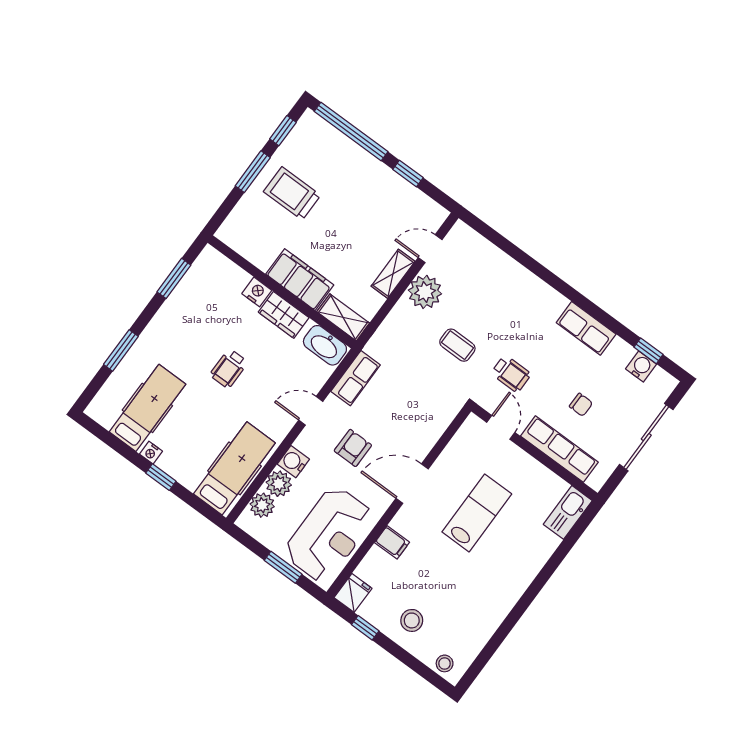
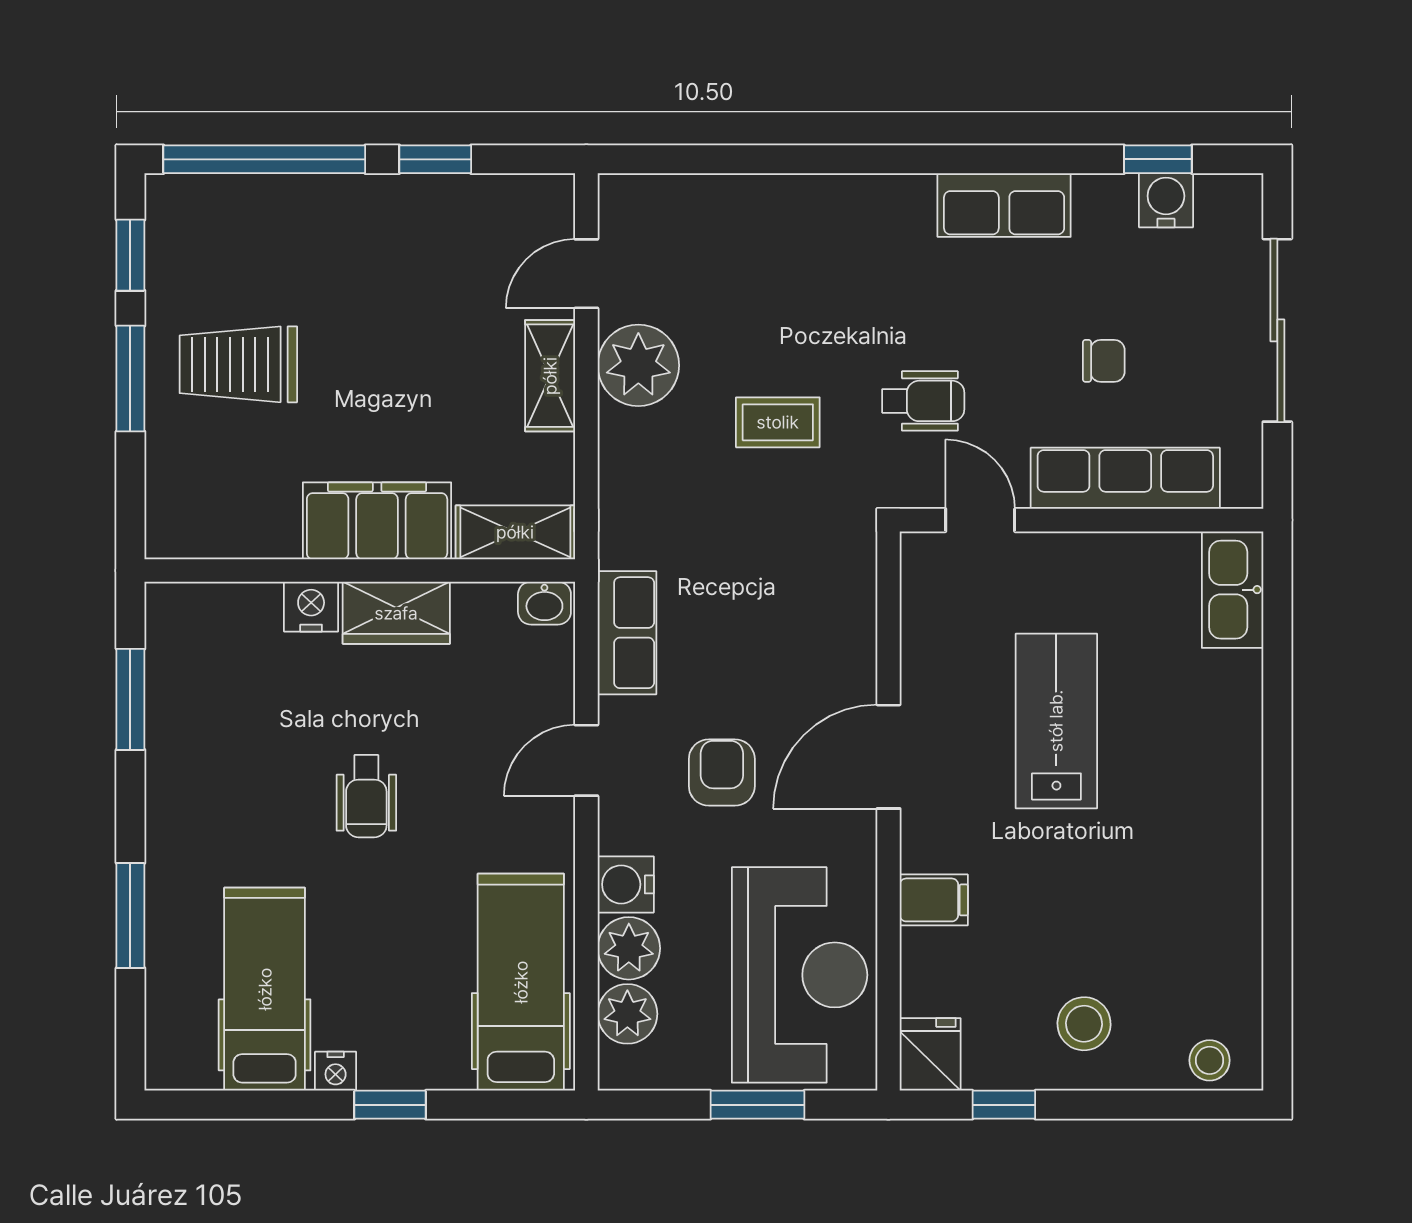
washbasin: (325, 345) -> (544, 603), width x0.52, depth x0.69

